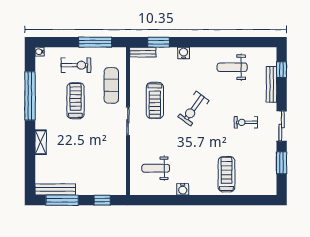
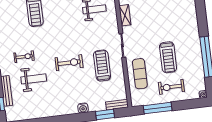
weight bench: (232, 67) -> (34, 79), moved
exercise bike: (193, 109) -> (69, 63), turned 54
shelving: (41, 142) -> (125, 15), moved

